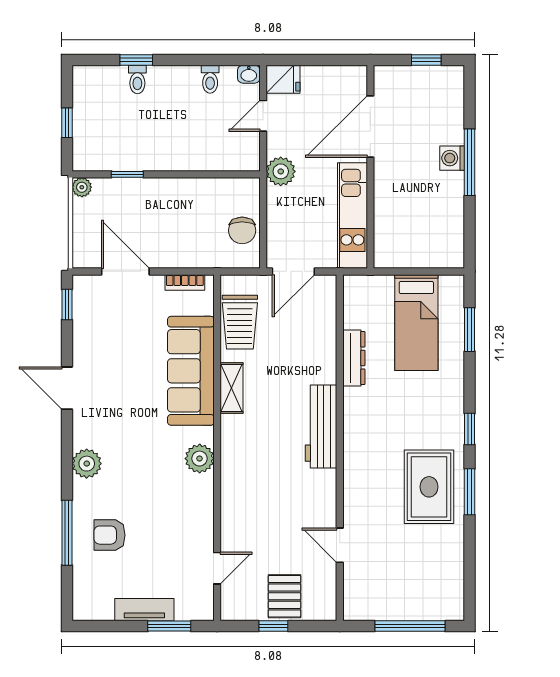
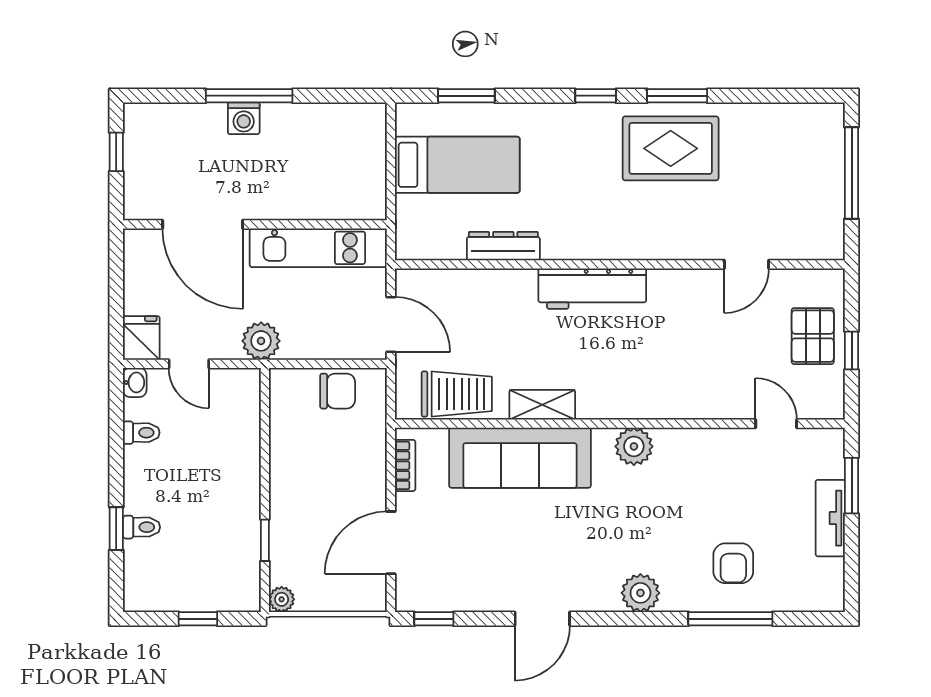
pallet: (284, 596) -> (813, 336), turned 90

